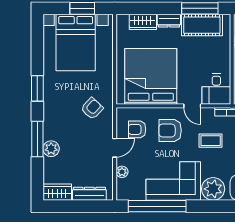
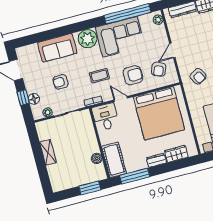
cot: (202, 25) -> (114, 160), moved, turned 90
armchair: (92, 108) -> (198, 76), turned -73
armchair: (137, 129) -> (159, 69), turned 113
plant: (122, 172) -> (158, 20), moved

